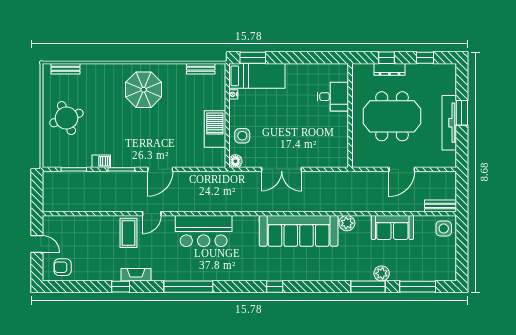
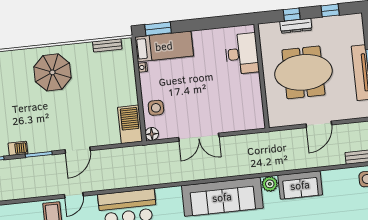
desk: (333, 97) -> (242, 54), width x1.37
barbecue: (215, 129) -> (130, 124), moved
sofa: (392, 227) -> (300, 185), moved

